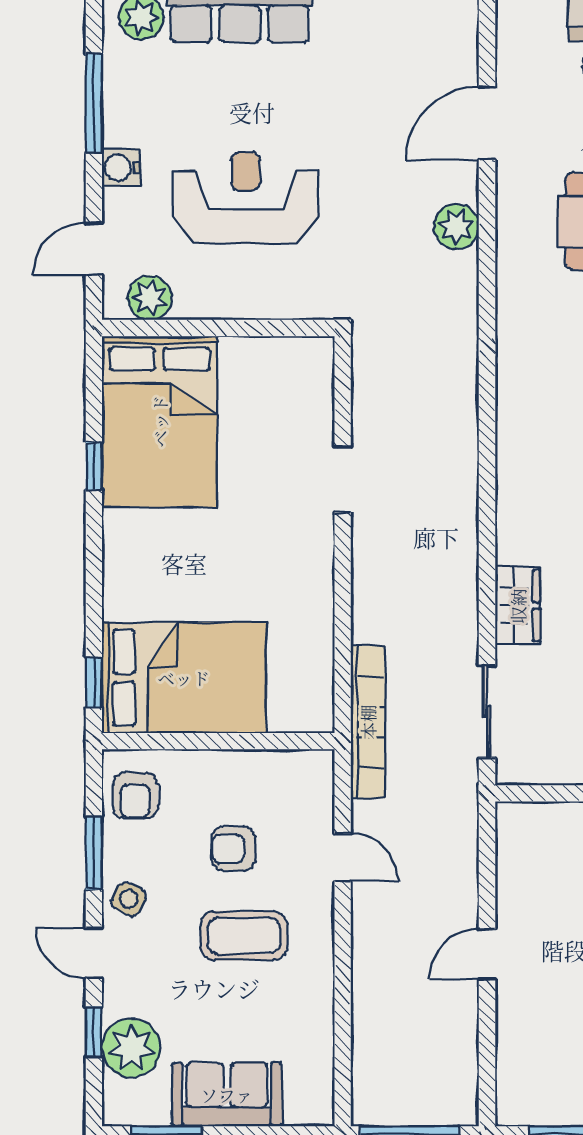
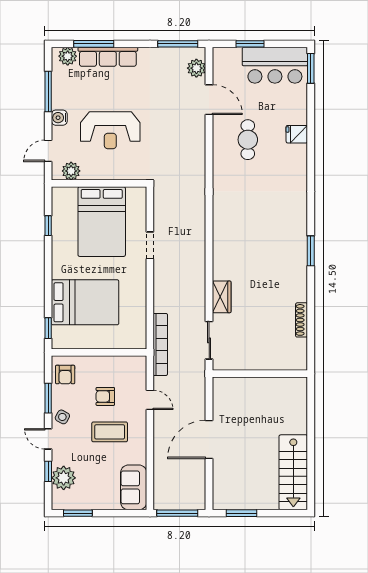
door: (487, 123) -> (209, 100), swing flipped
reception desk: (246, 198) -> (110, 130), turned 180
plant: (456, 226) -> (196, 68), moved
bed: (160, 421) -> (102, 222), moved
window: (94, 466) -> (48, 226), moved
bed: (184, 678) -> (85, 302), moved
door: (487, 954) -> (209, 439), width x1.88
sofa: (227, 1095) -> (134, 487), moved, turned -90

